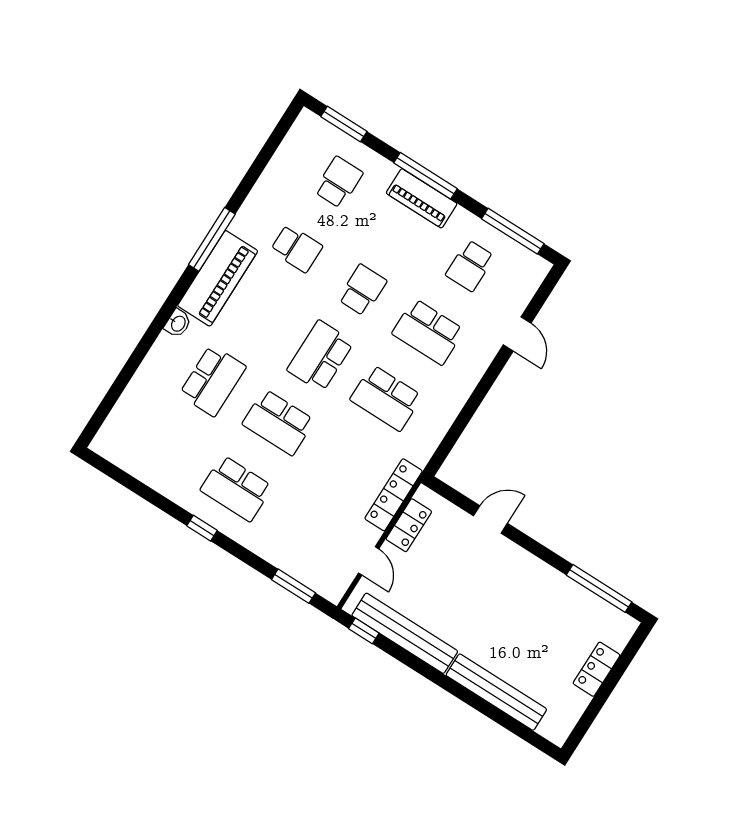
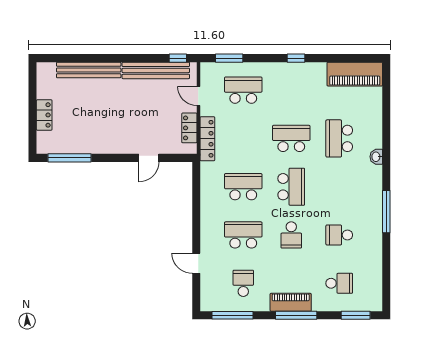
school desk: (339, 182) -> (339, 283), turned -90
piano: (218, 278) -> (355, 74), moved, turned -90
school desk: (236, 488) -> (243, 90), moved

